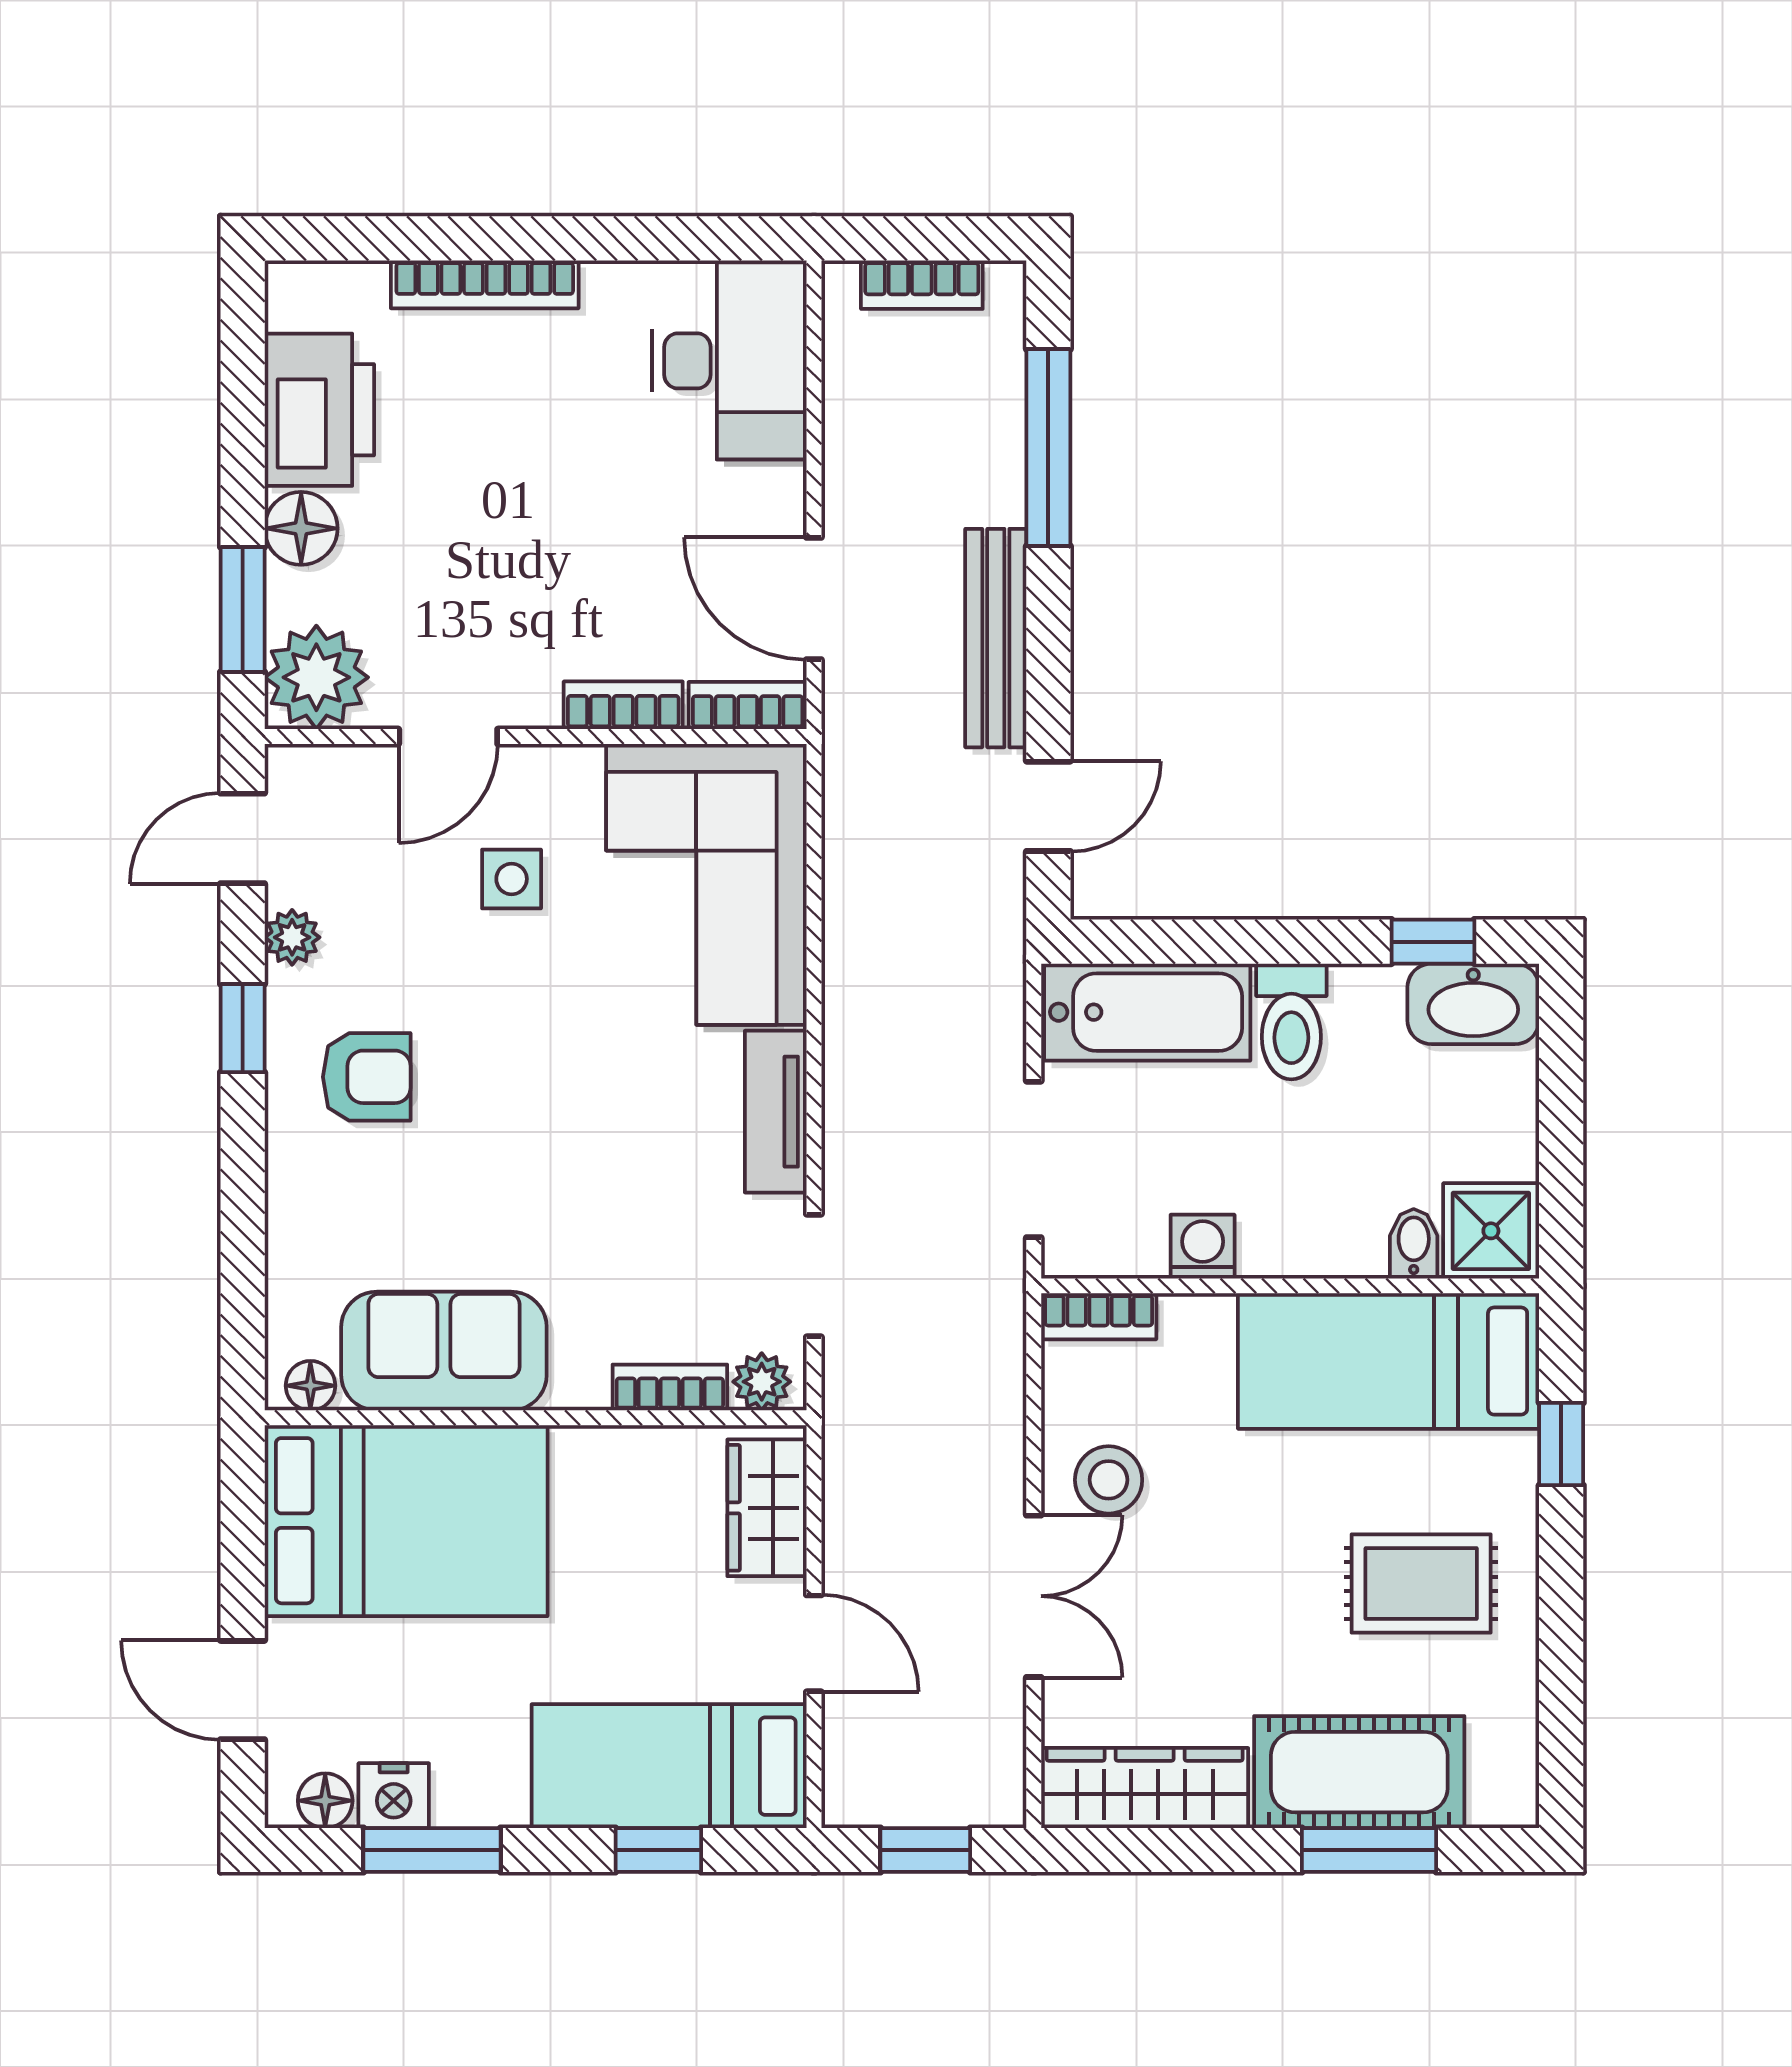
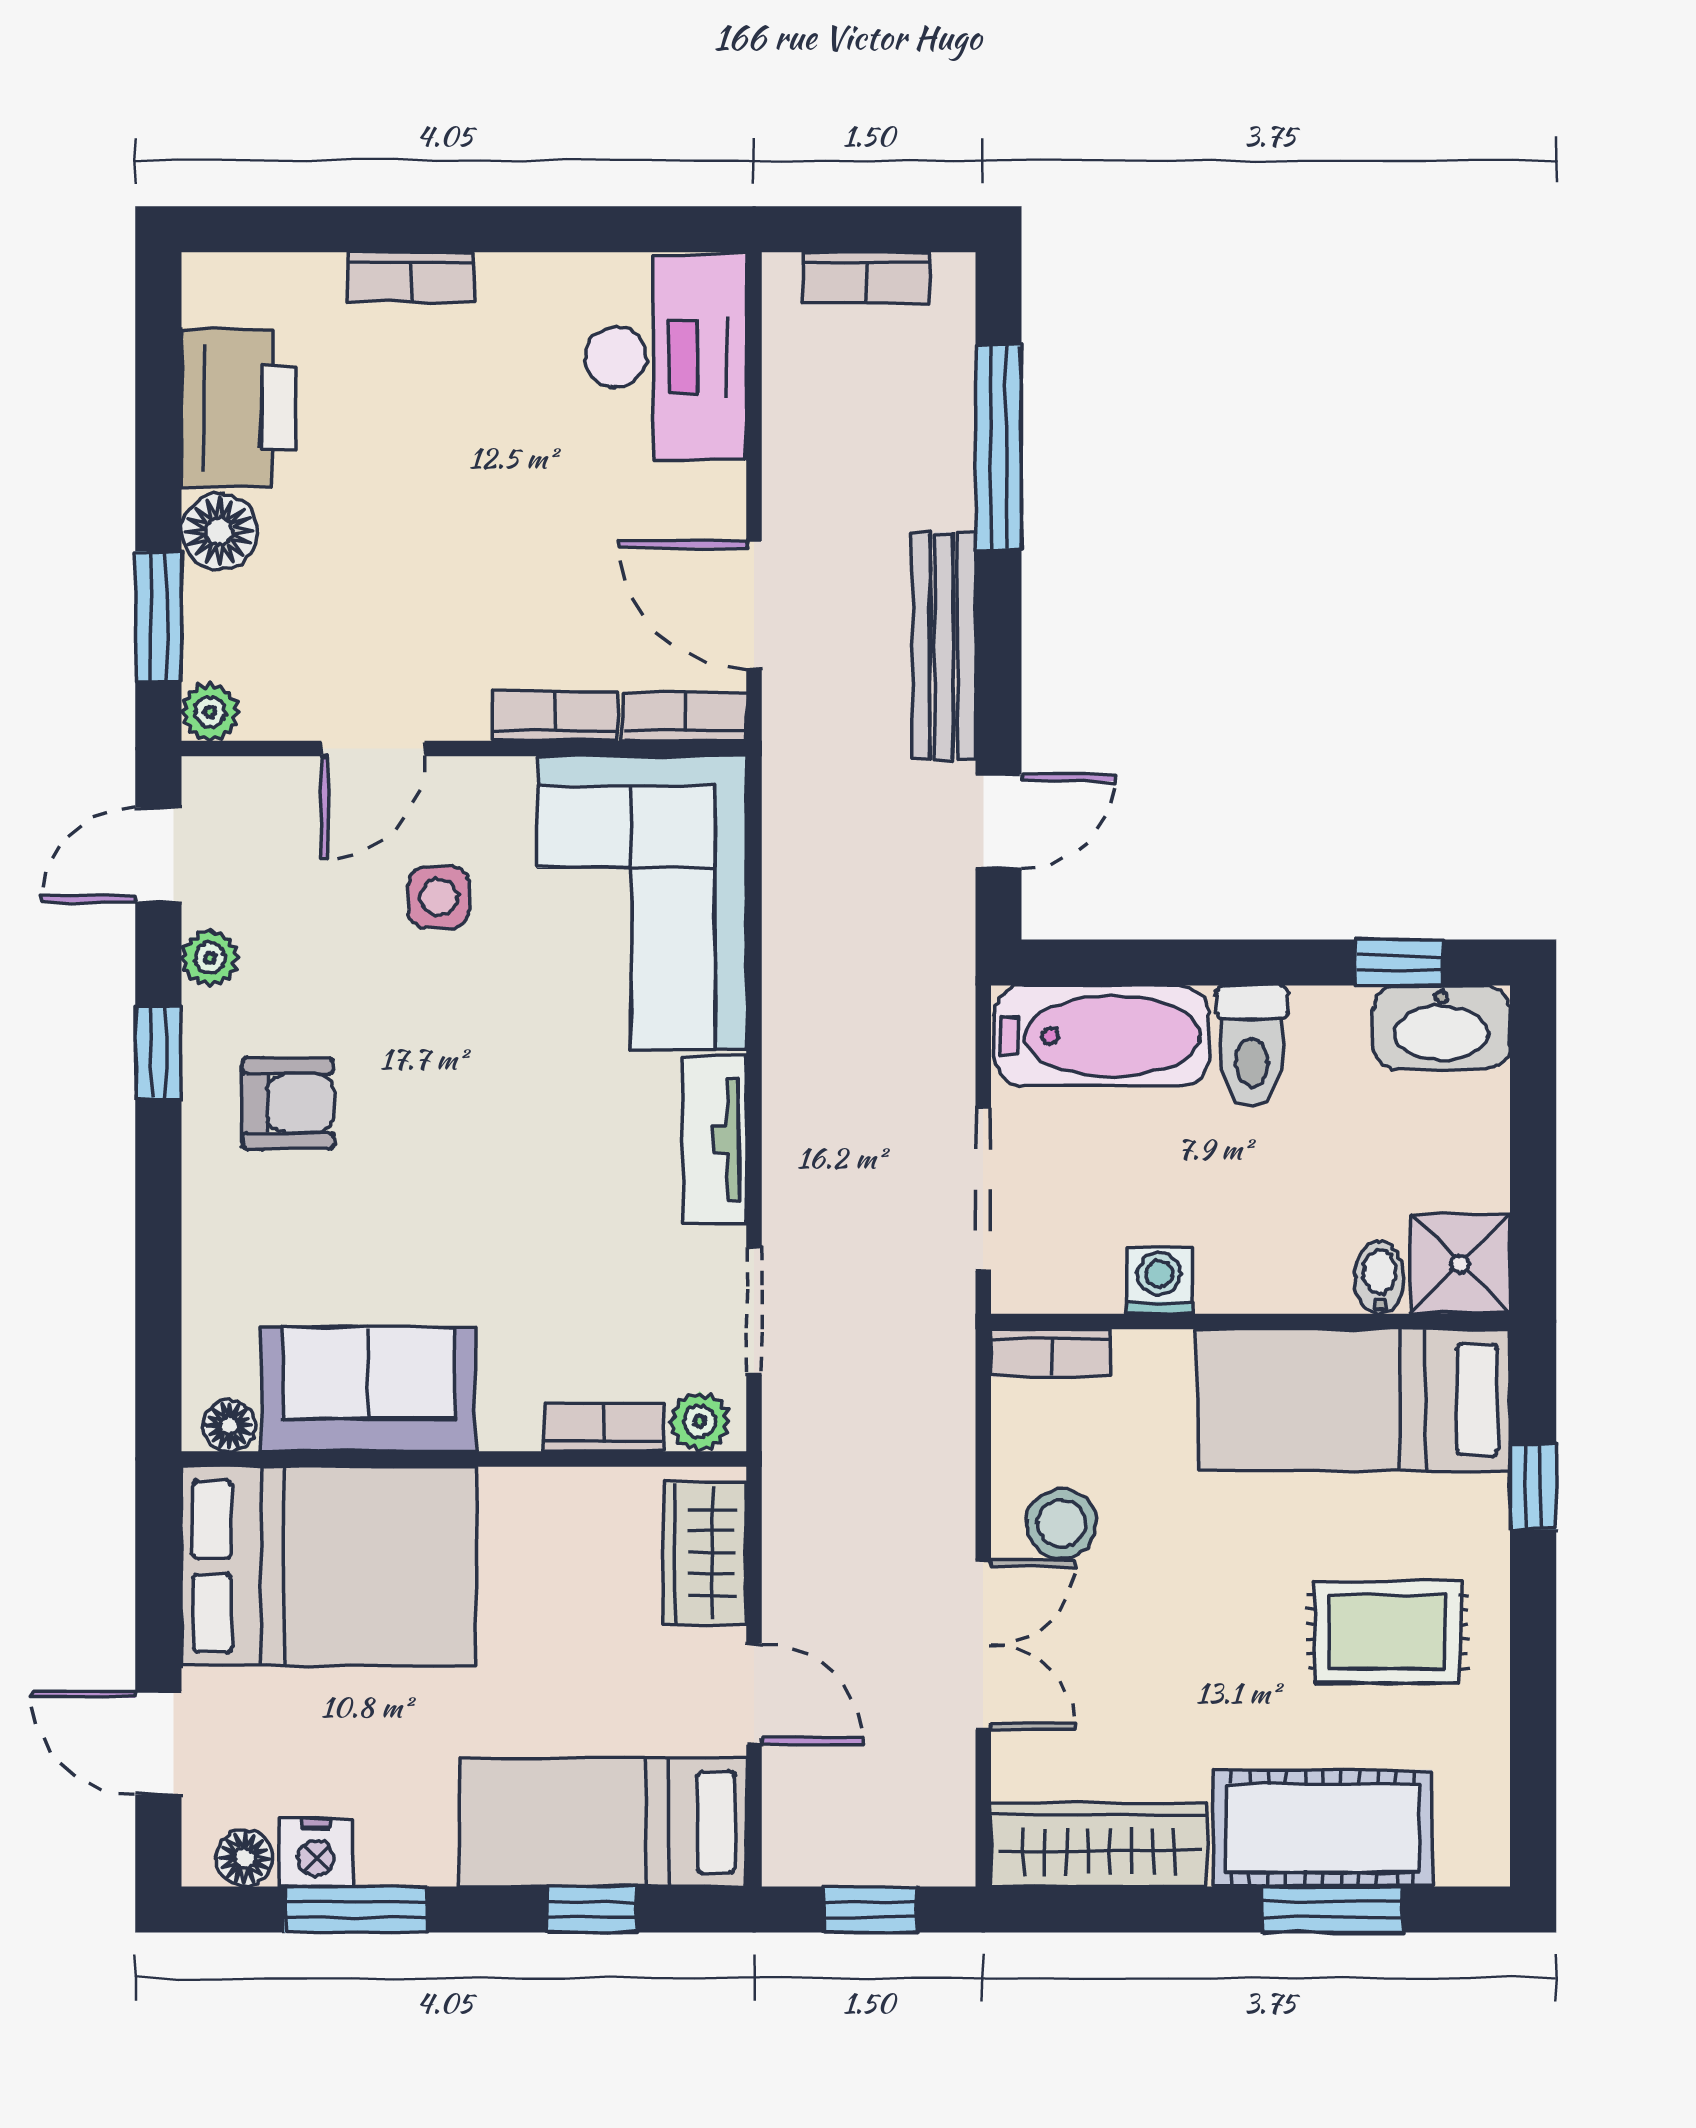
bookcase: (485, 284) -> (411, 277), width x0.64
plant: (316, 677) -> (210, 712), width x0.53, depth x0.53

